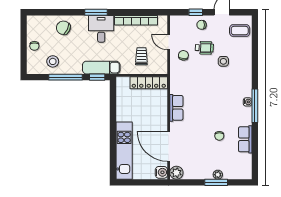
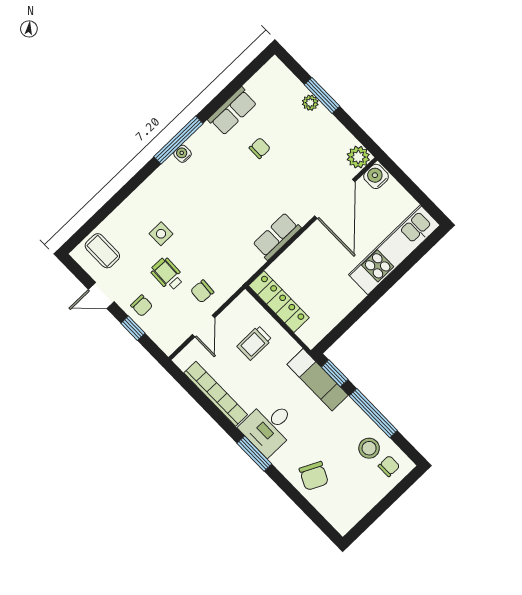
chair: (34, 46) -> (389, 466), moved

